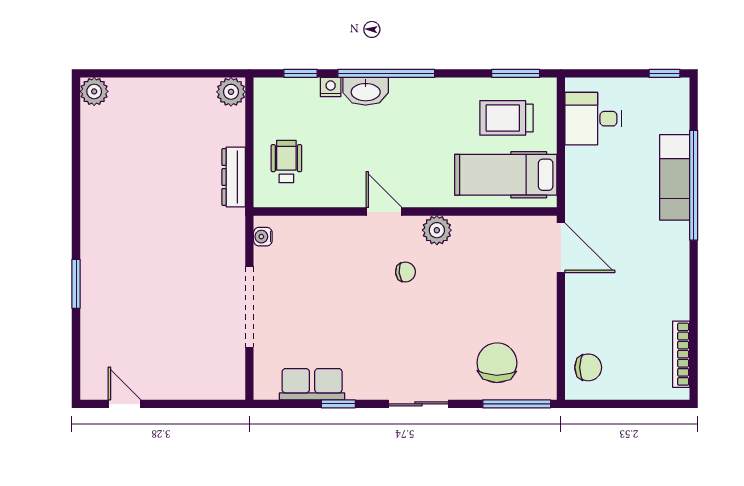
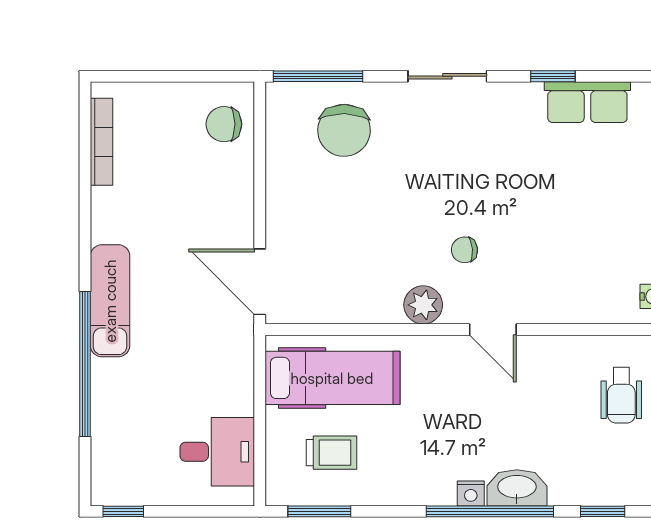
nightstand: (331, 87) -> (471, 493), moved
trolley: (506, 118) -> (331, 453), width x0.73, depth x0.72
exam couch: (675, 177) -> (110, 301), moved

